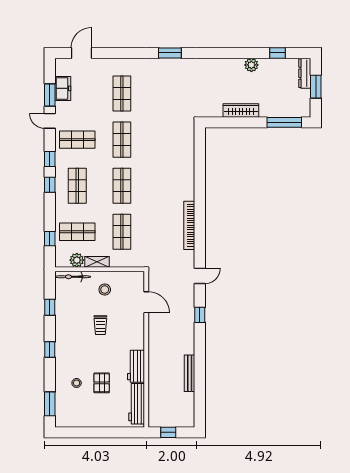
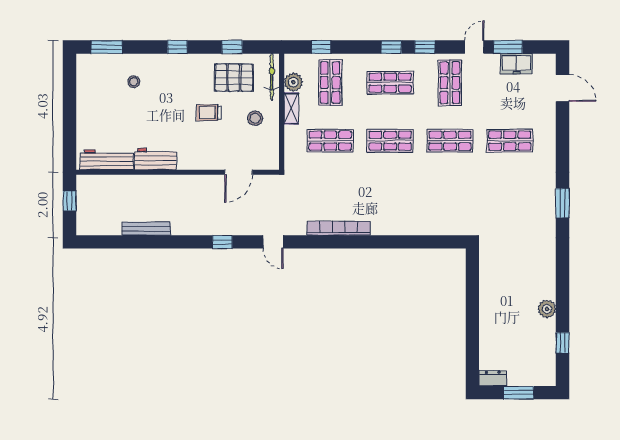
dresser: (305, 73) -> (493, 378), moved, width x0.70
wardrobe: (241, 110) -> (488, 295), removed
window: (284, 122) -> (472, 352), removed
pallet: (102, 383) -> (234, 78), moved, width x1.50, depth x1.42

